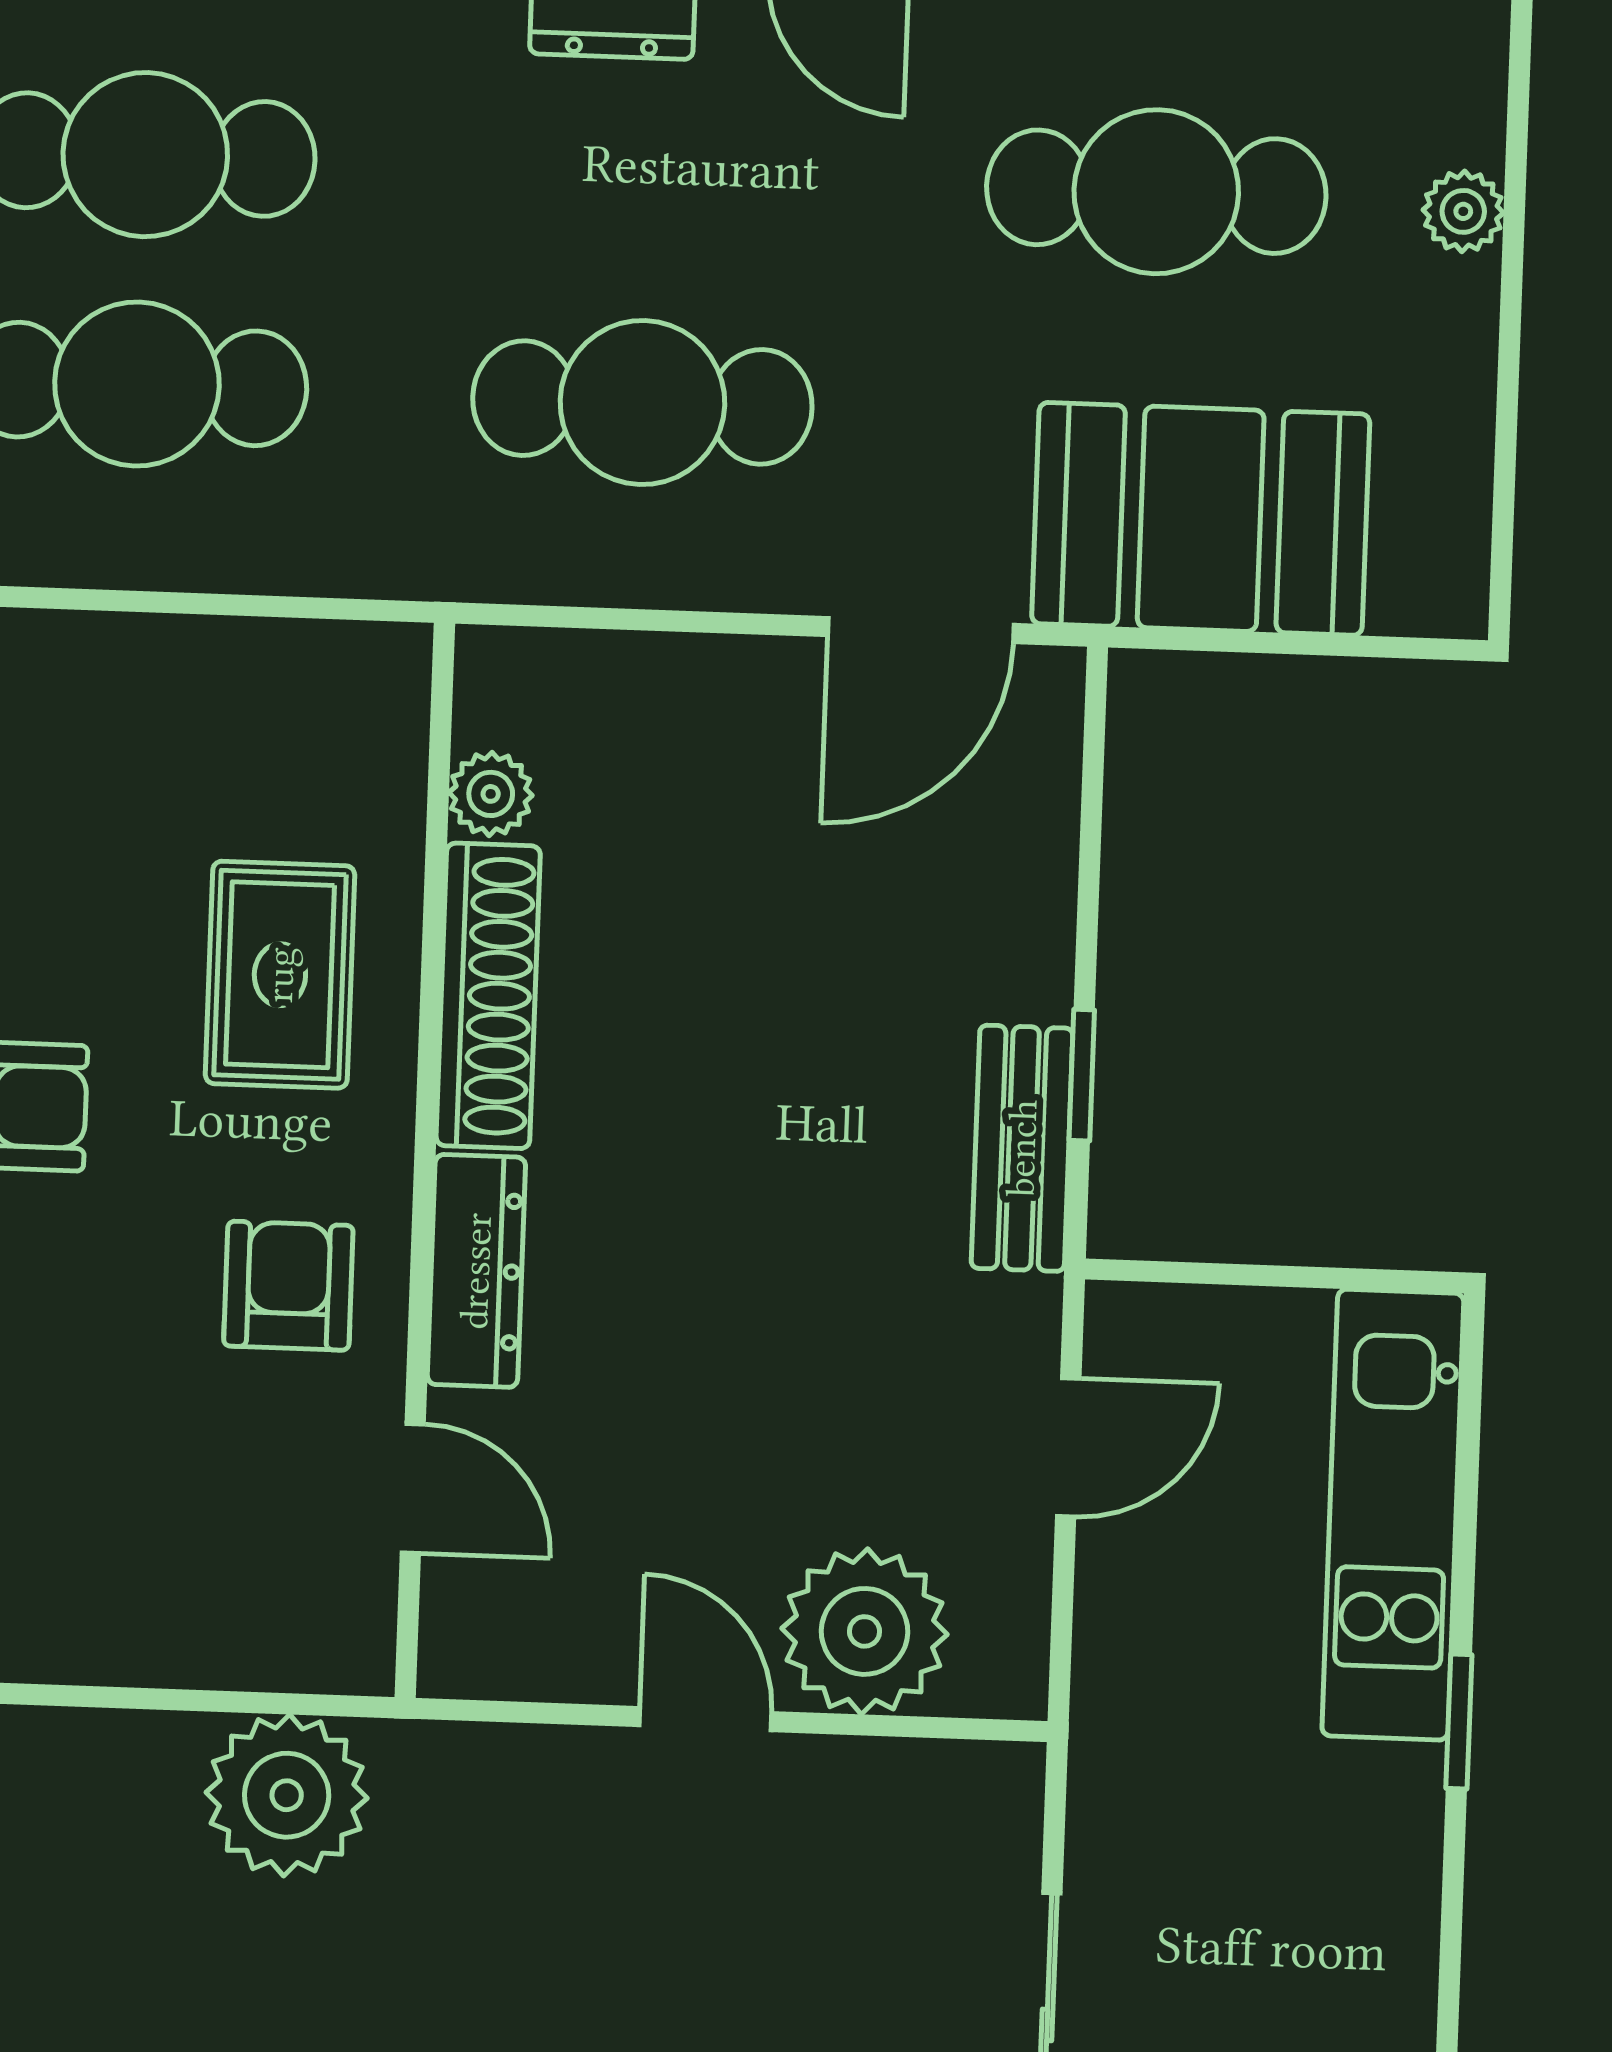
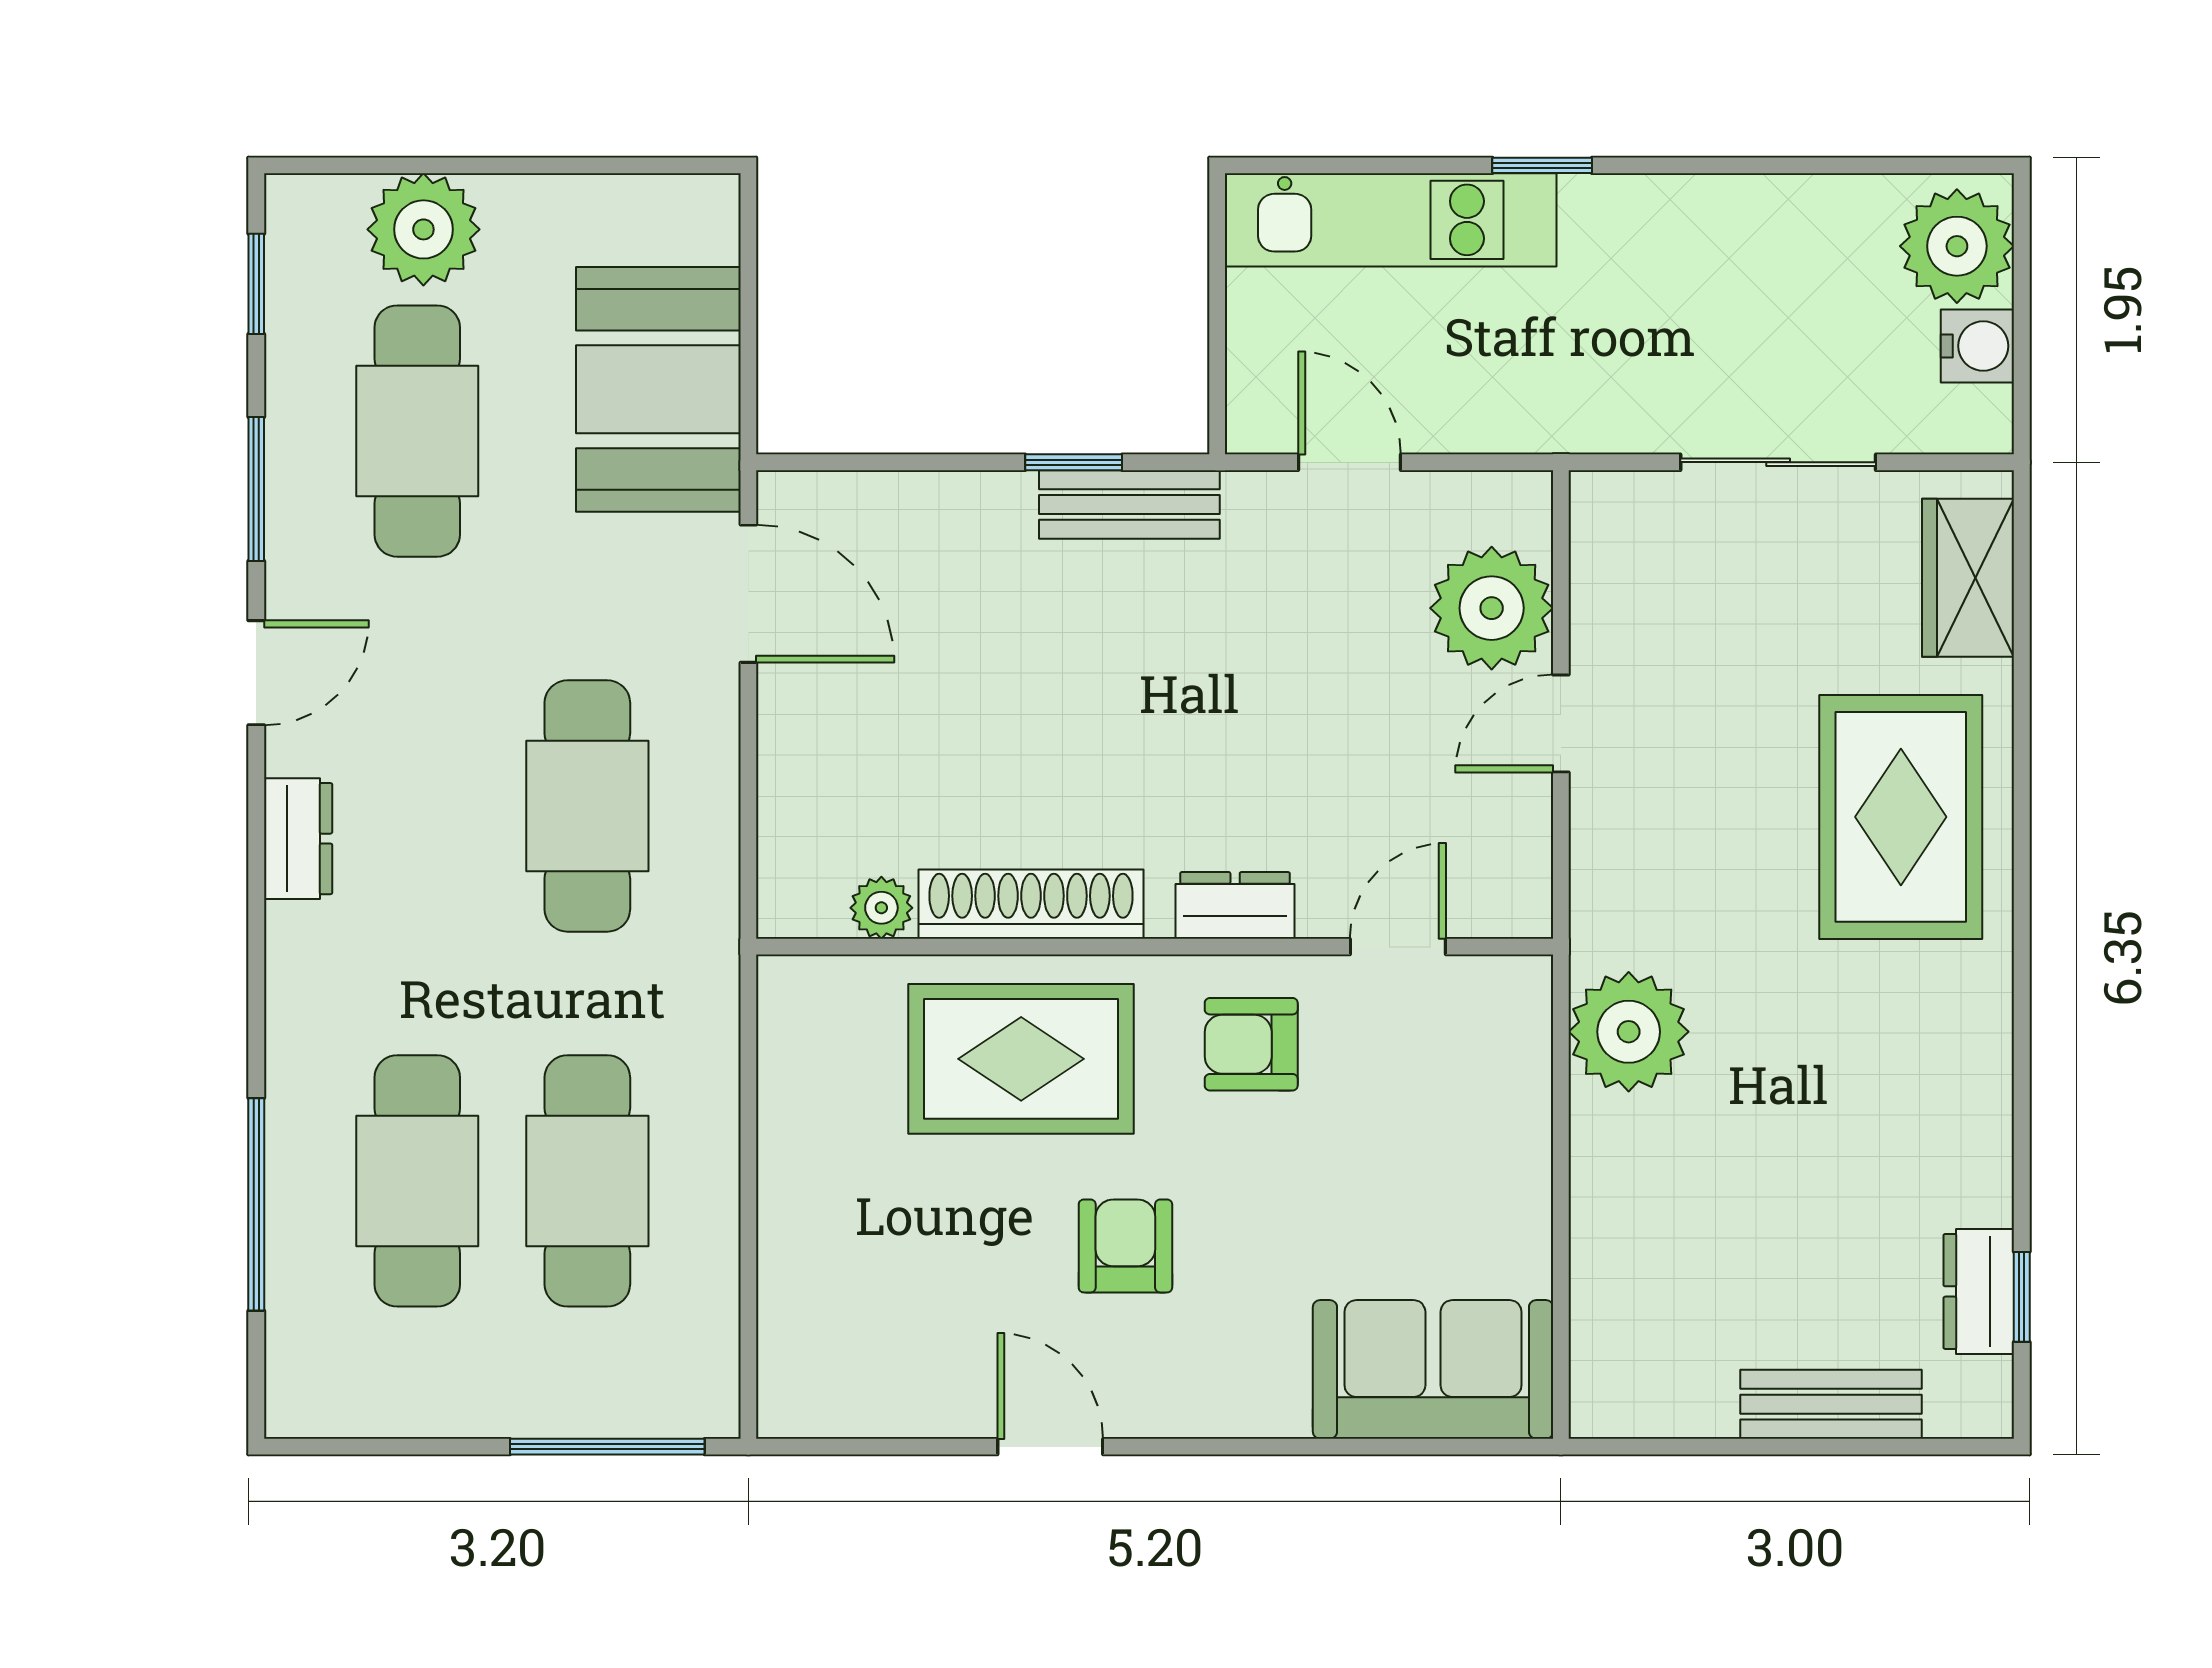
plant: (1463, 211) -> (423, 229), width x1.88, depth x1.88
rug: (280, 975) -> (1021, 1059), width x1.36, depth x1.43
dresser: (476, 1271) -> (1235, 905), width x0.70

